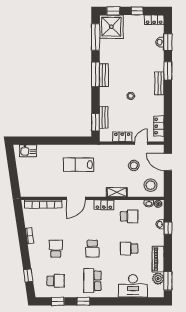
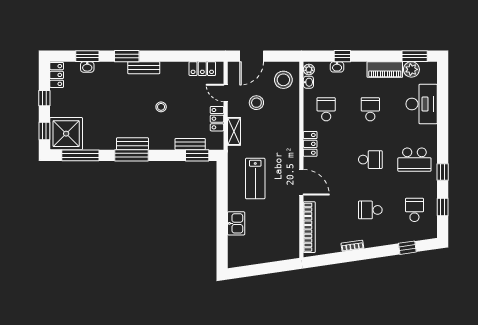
kitchen sink: (28, 151) -> (236, 223), moved
shelving: (117, 192) -> (234, 131), moved
school desk: (129, 249) -> (370, 109), turned 180

